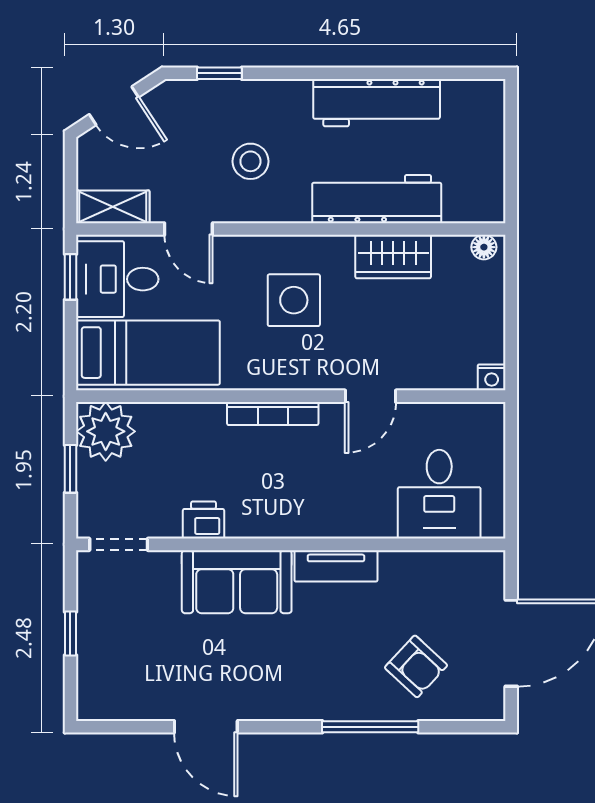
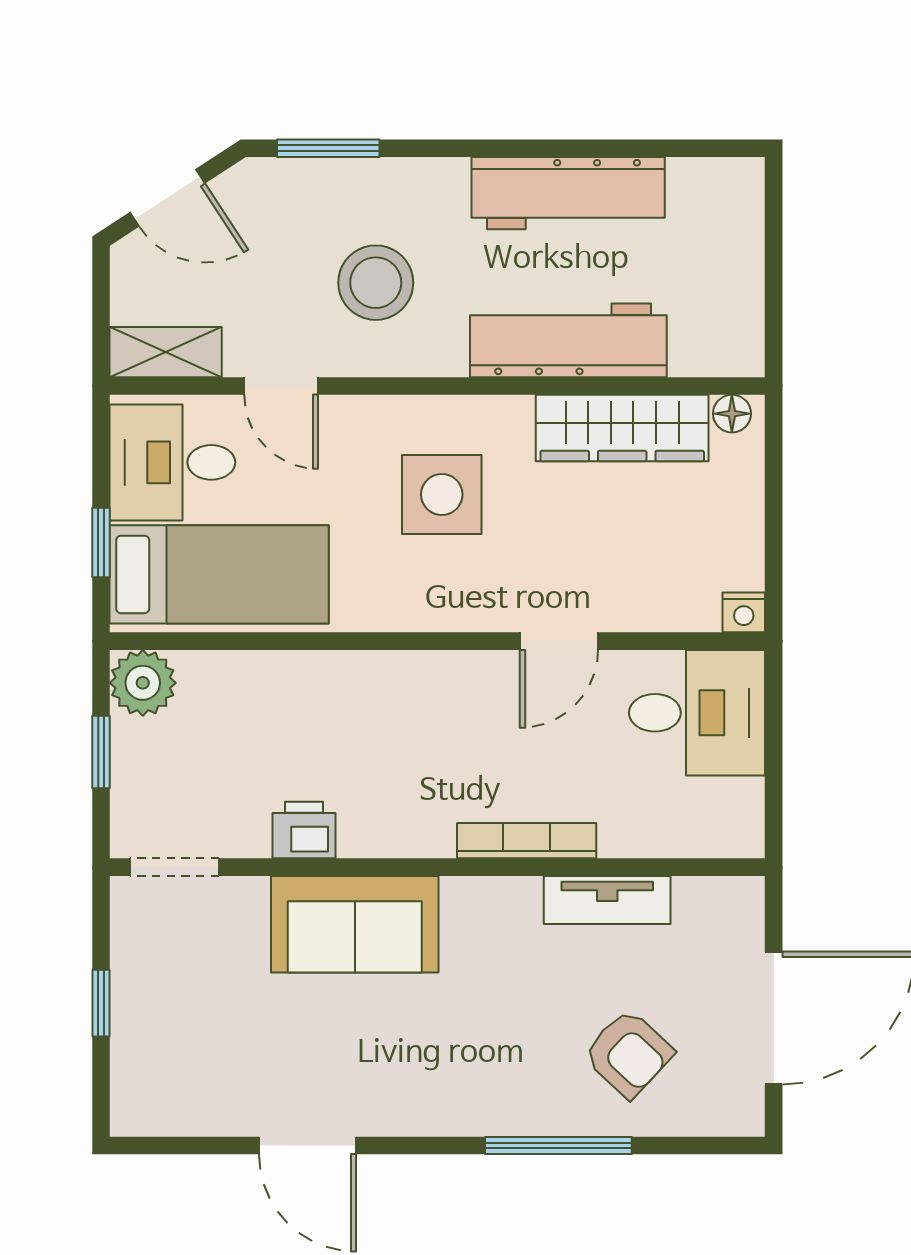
window: (219, 73) -> (328, 148), width x1.50
stool: (250, 161) -> (376, 283), width x1.38, depth x1.38
wardrobe: (393, 257) -> (622, 428), width x1.50
window: (70, 277) -> (101, 542), moved
bookcase: (273, 414) -> (527, 841), moved, turned 180
plant: (106, 431) -> (143, 683), width x0.73, depth x0.73
desk: (439, 494) -> (697, 713), moved, turned -90
tv unit: (336, 566) -> (607, 900), moved

